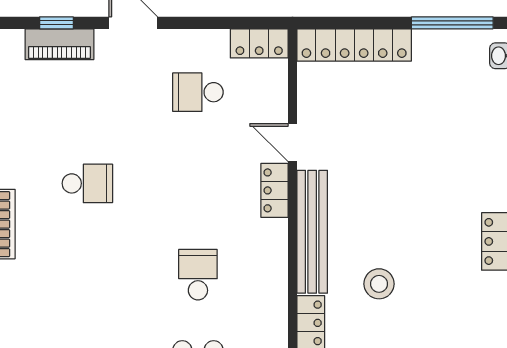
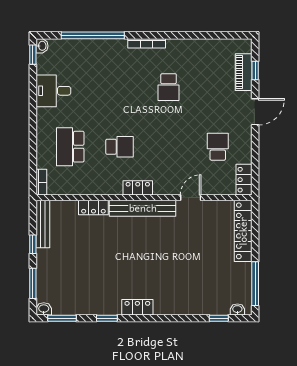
locker: (274, 190) -> (138, 188), moved
stool: (379, 284) -> (114, 244), removed

